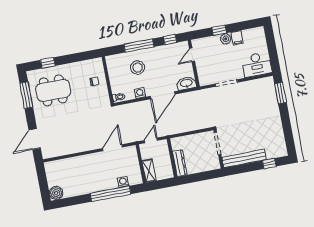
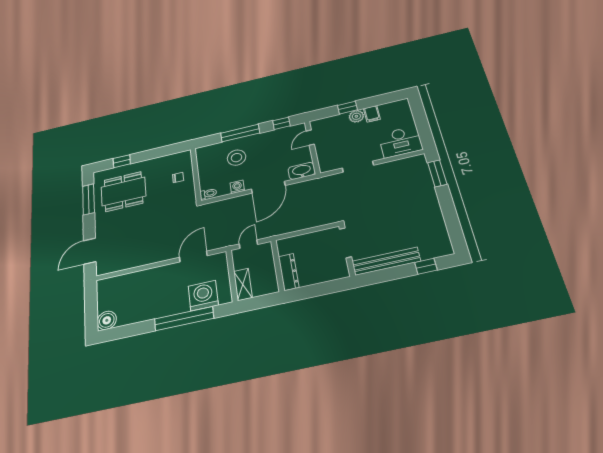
washing machine: (123, 182) -> (203, 296), width x1.89, depth x1.89

